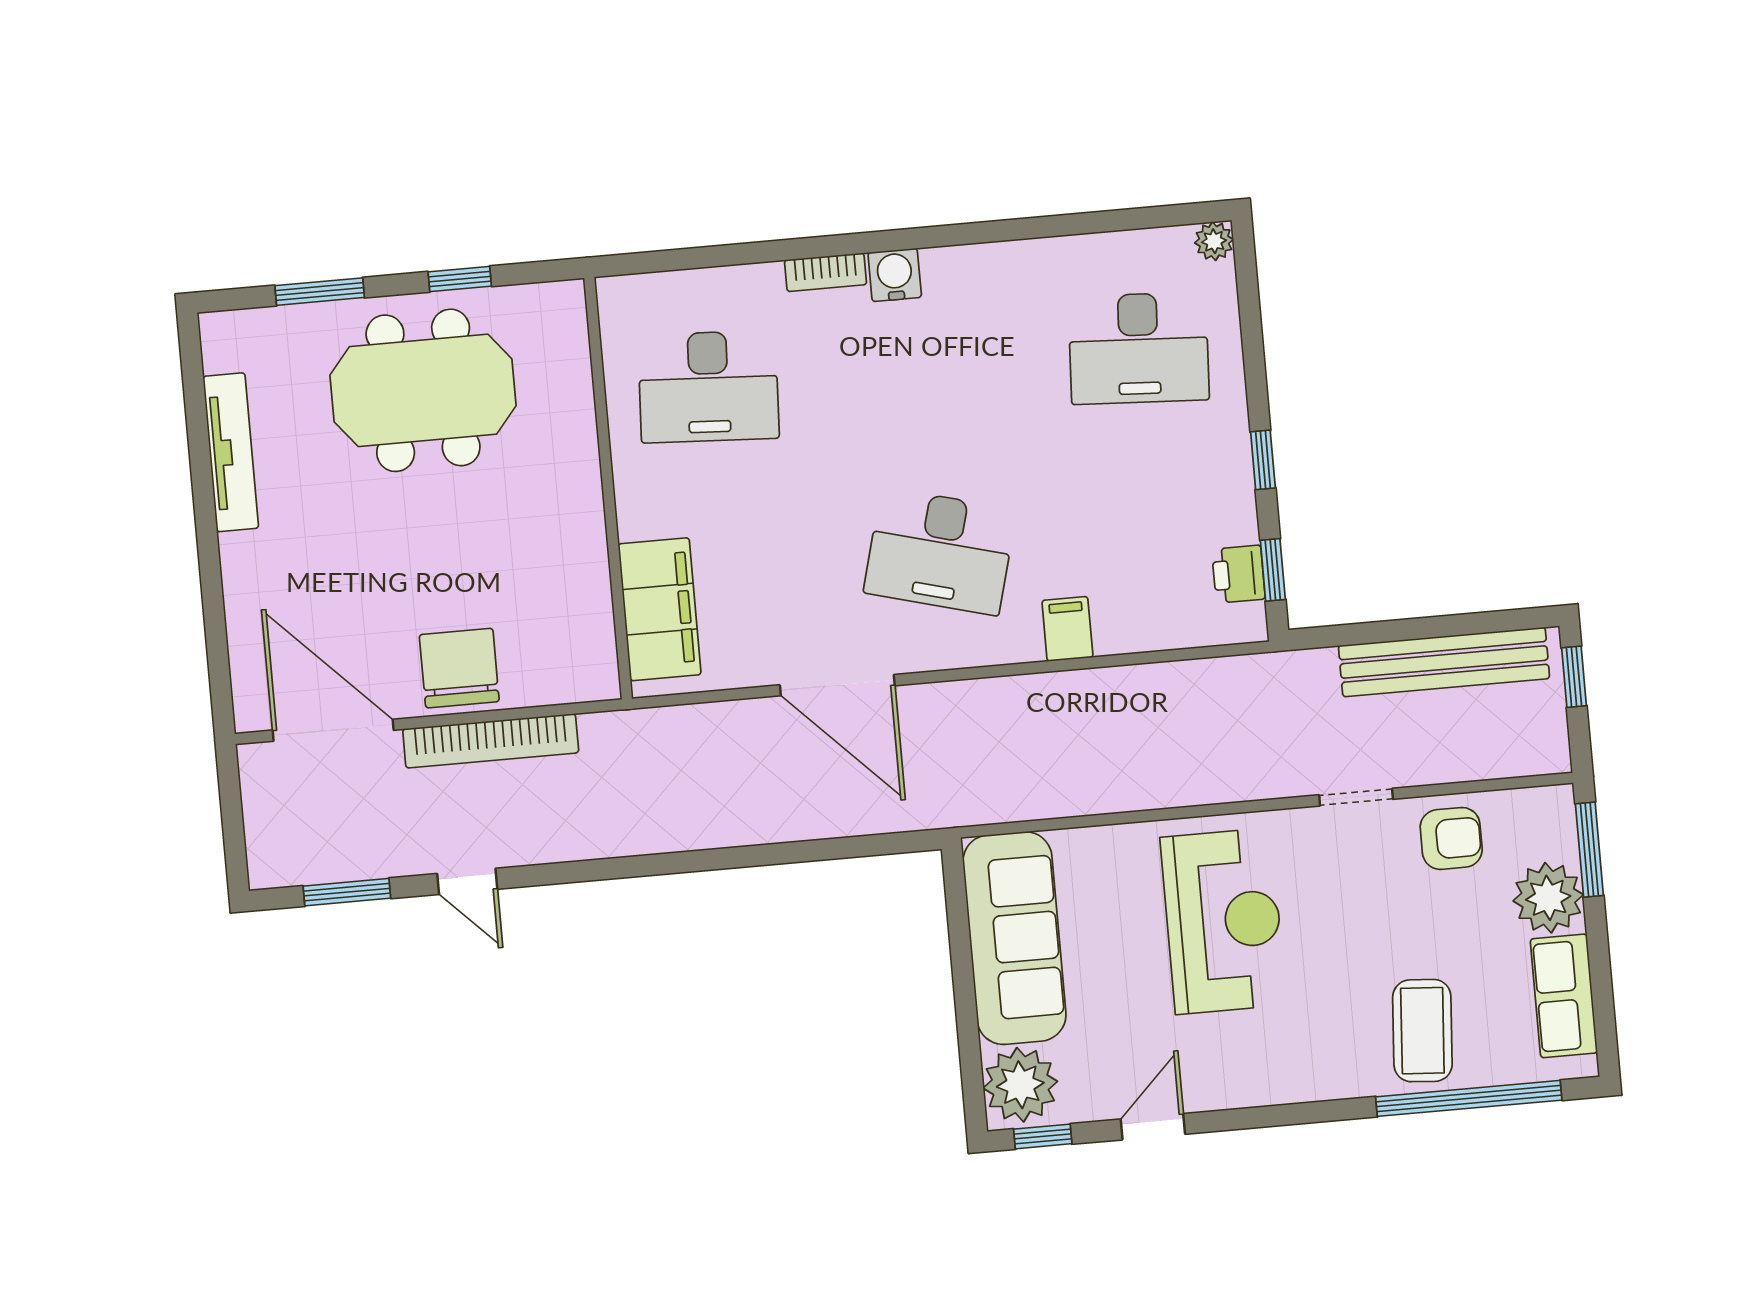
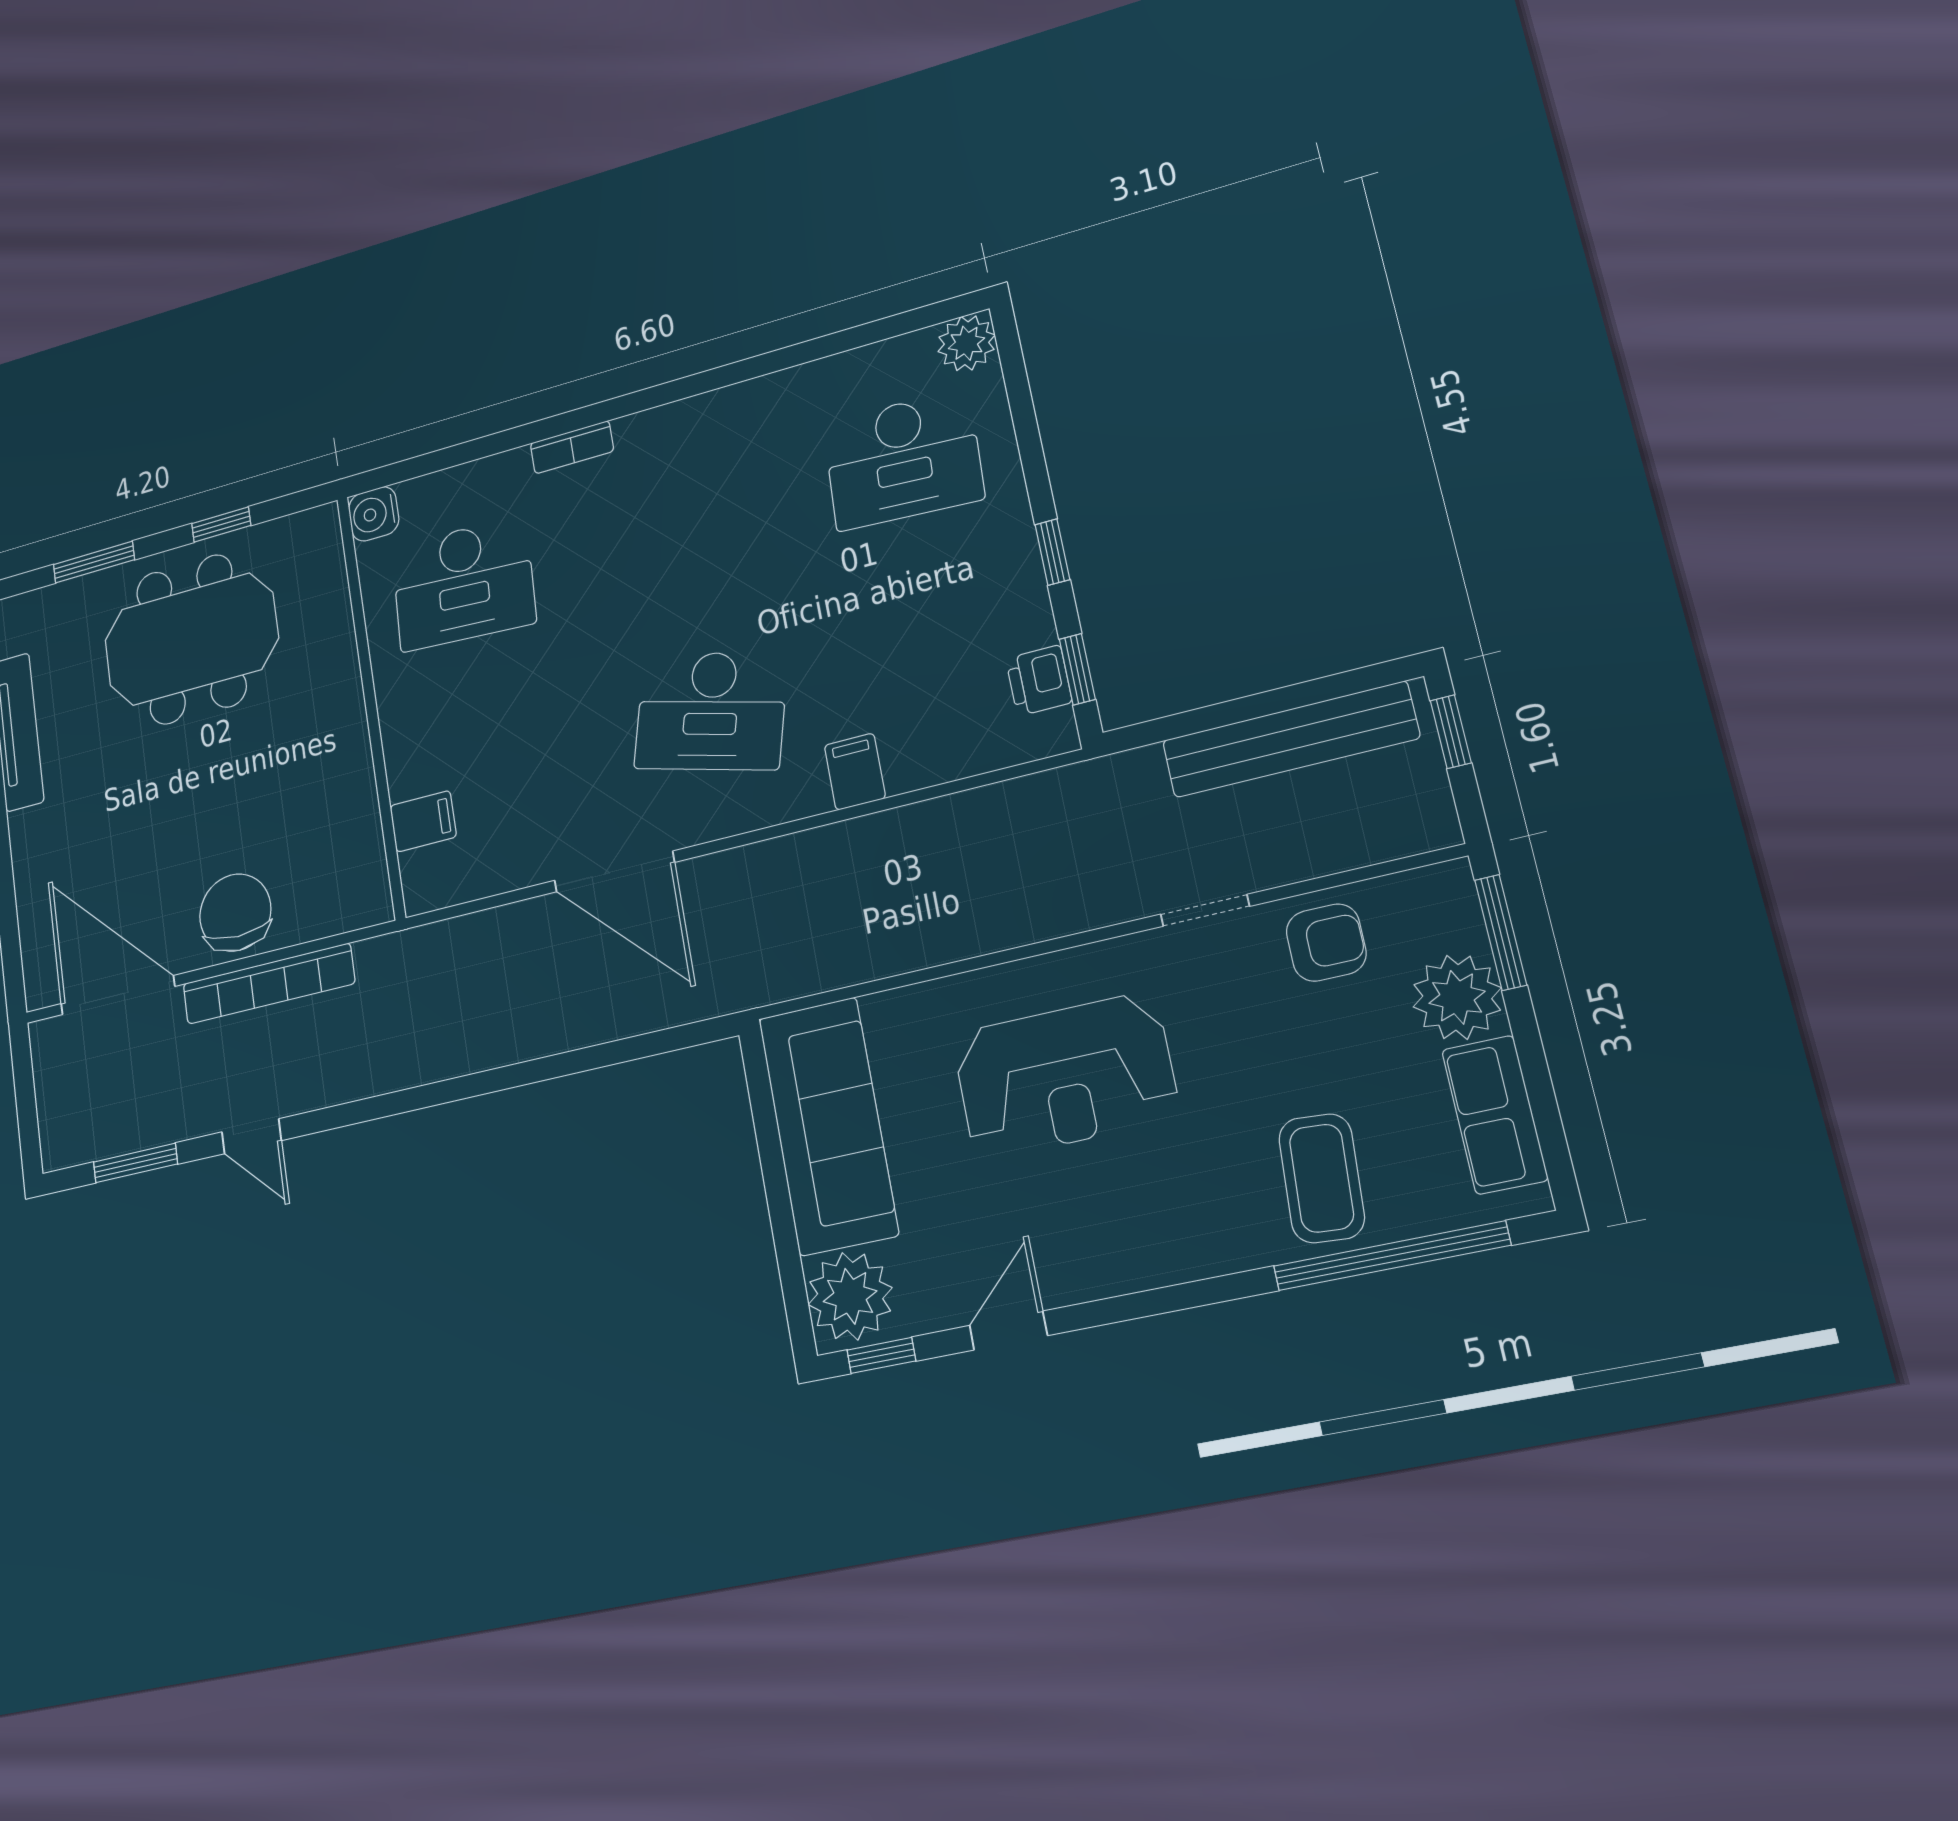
plant: (1214, 241) -> (966, 343), width x1.38, depth x1.38
water cooler: (895, 275) -> (374, 514), moved, turned -90
filing cabinet: (660, 609) -> (423, 821), width x0.33, depth x0.86
reception desk: (1223, 921) -> (1065, 1076), turned 90

